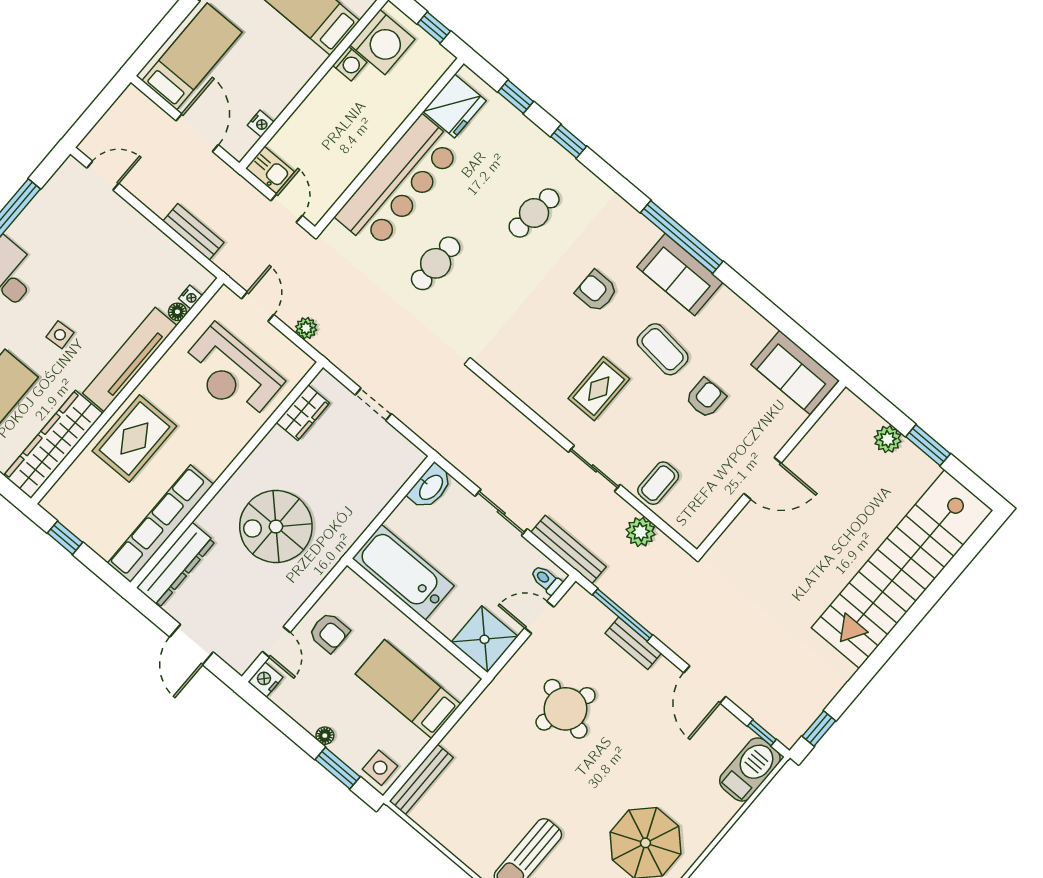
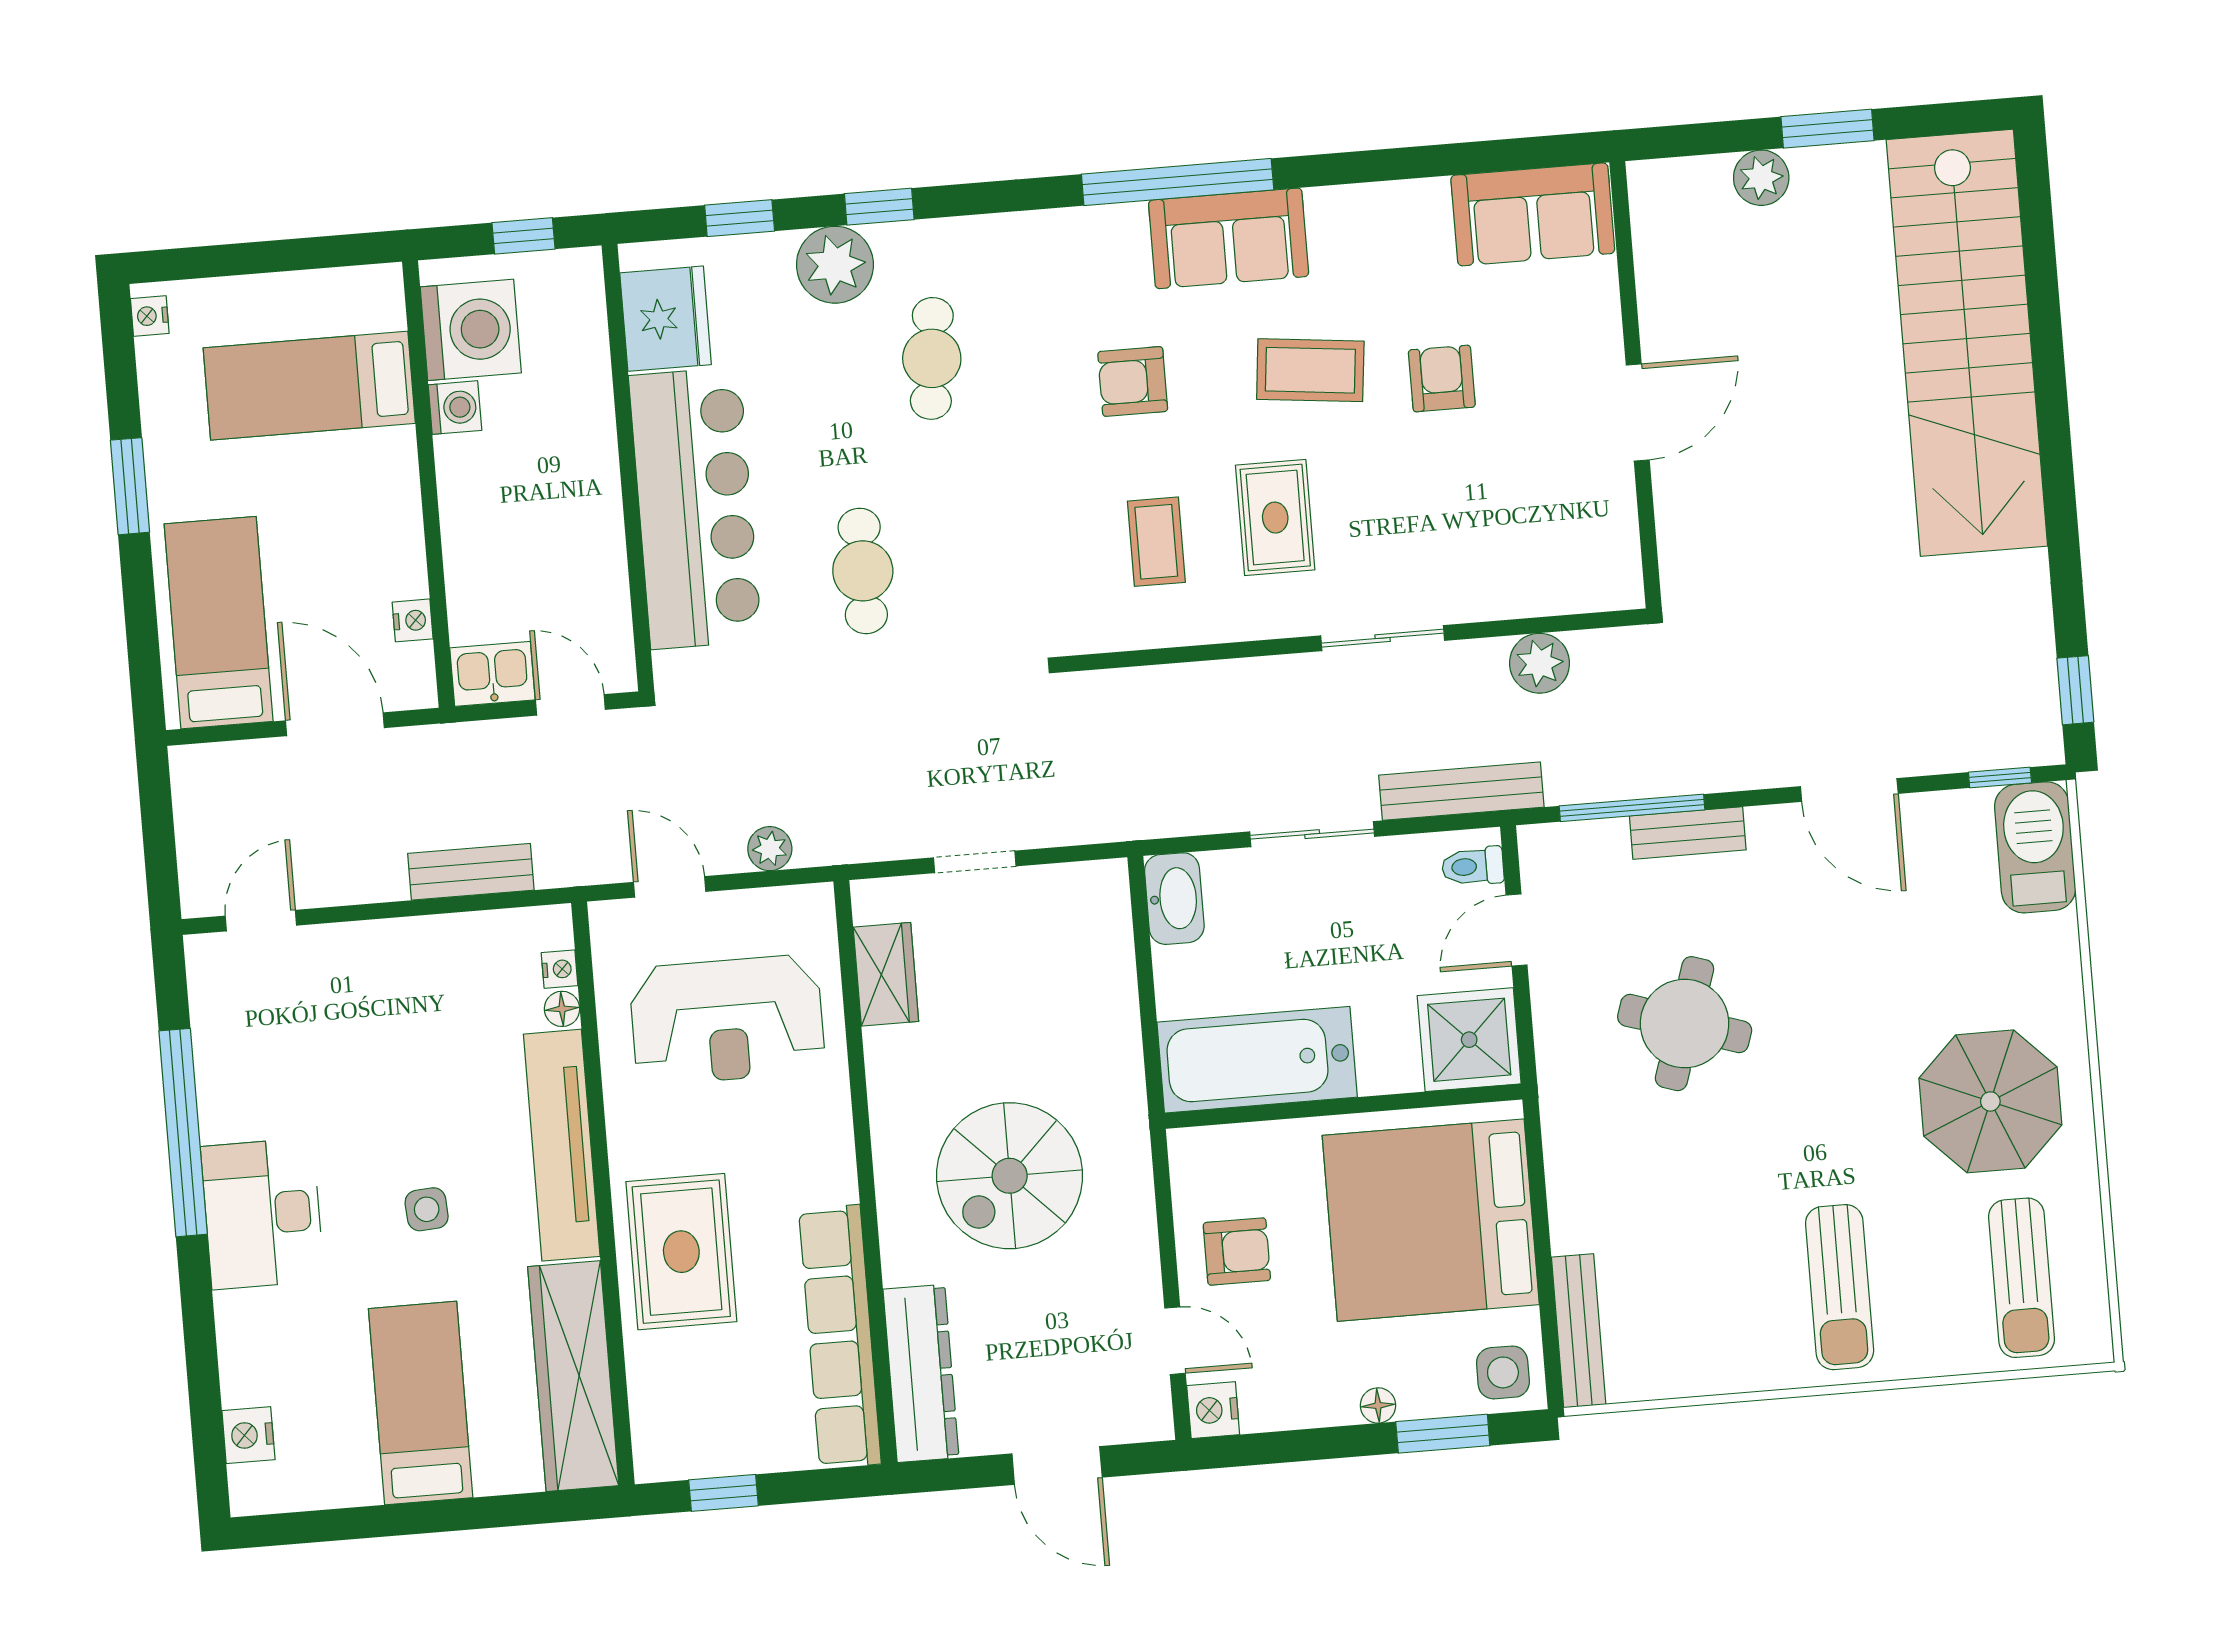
plant: (533, 146) -> (835, 265), added
coffee table: (658, 483) -> (1156, 542), moved
bed: (408, 689) -> (1431, 1220), width x2.04

